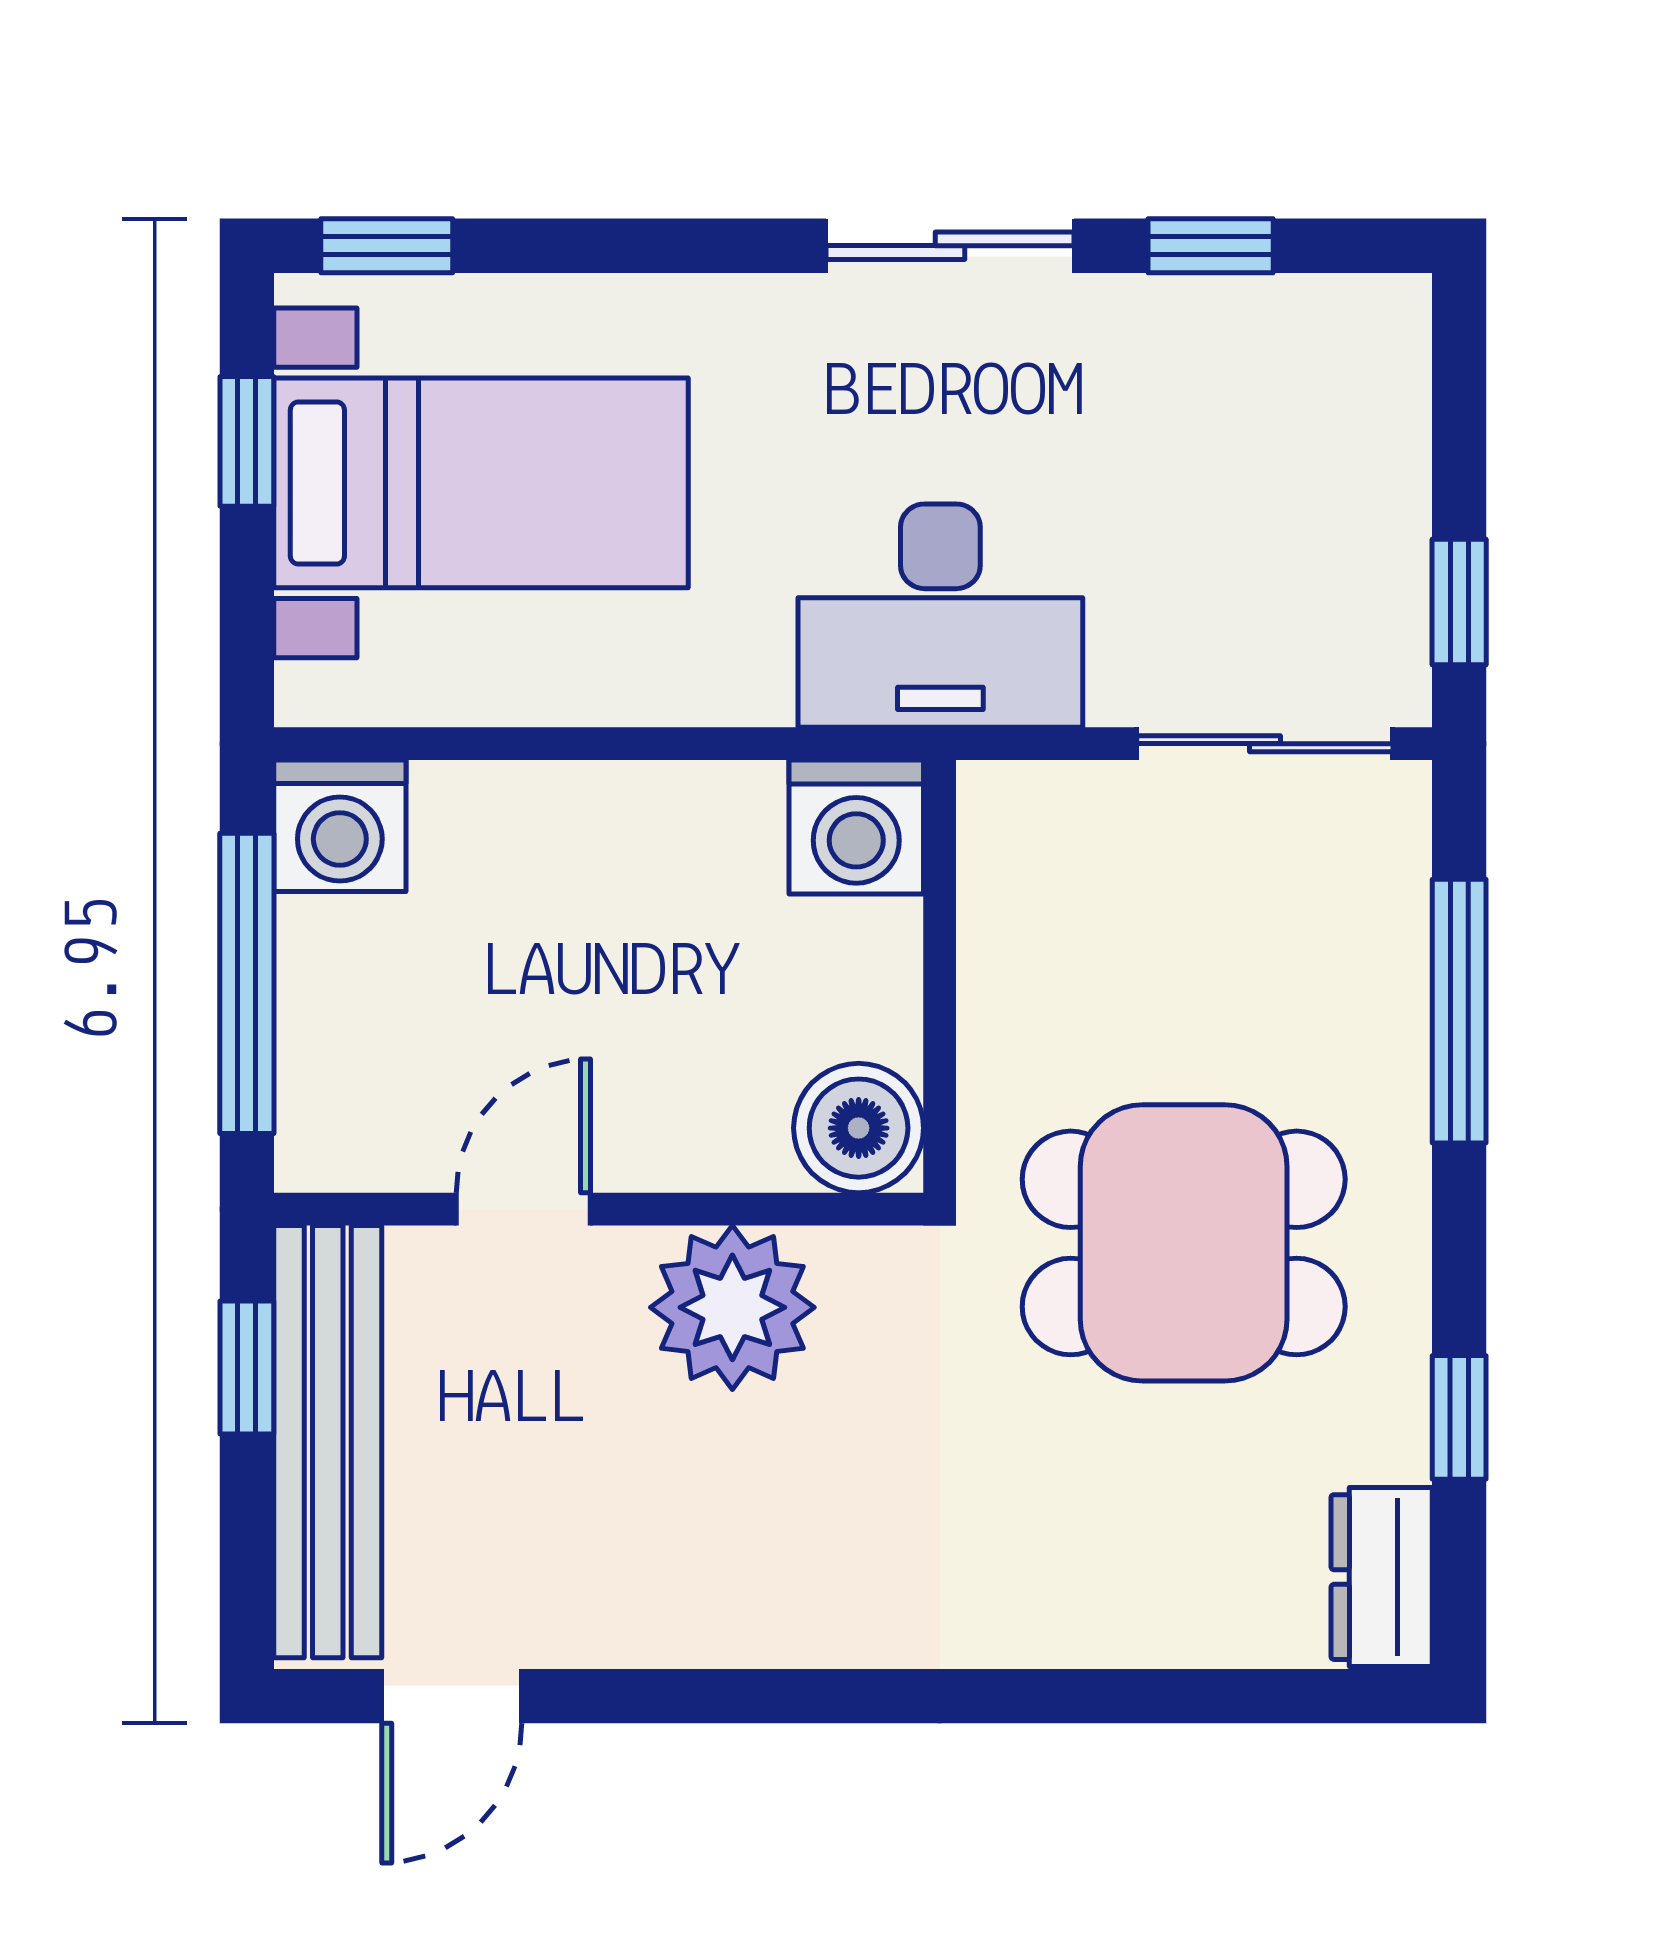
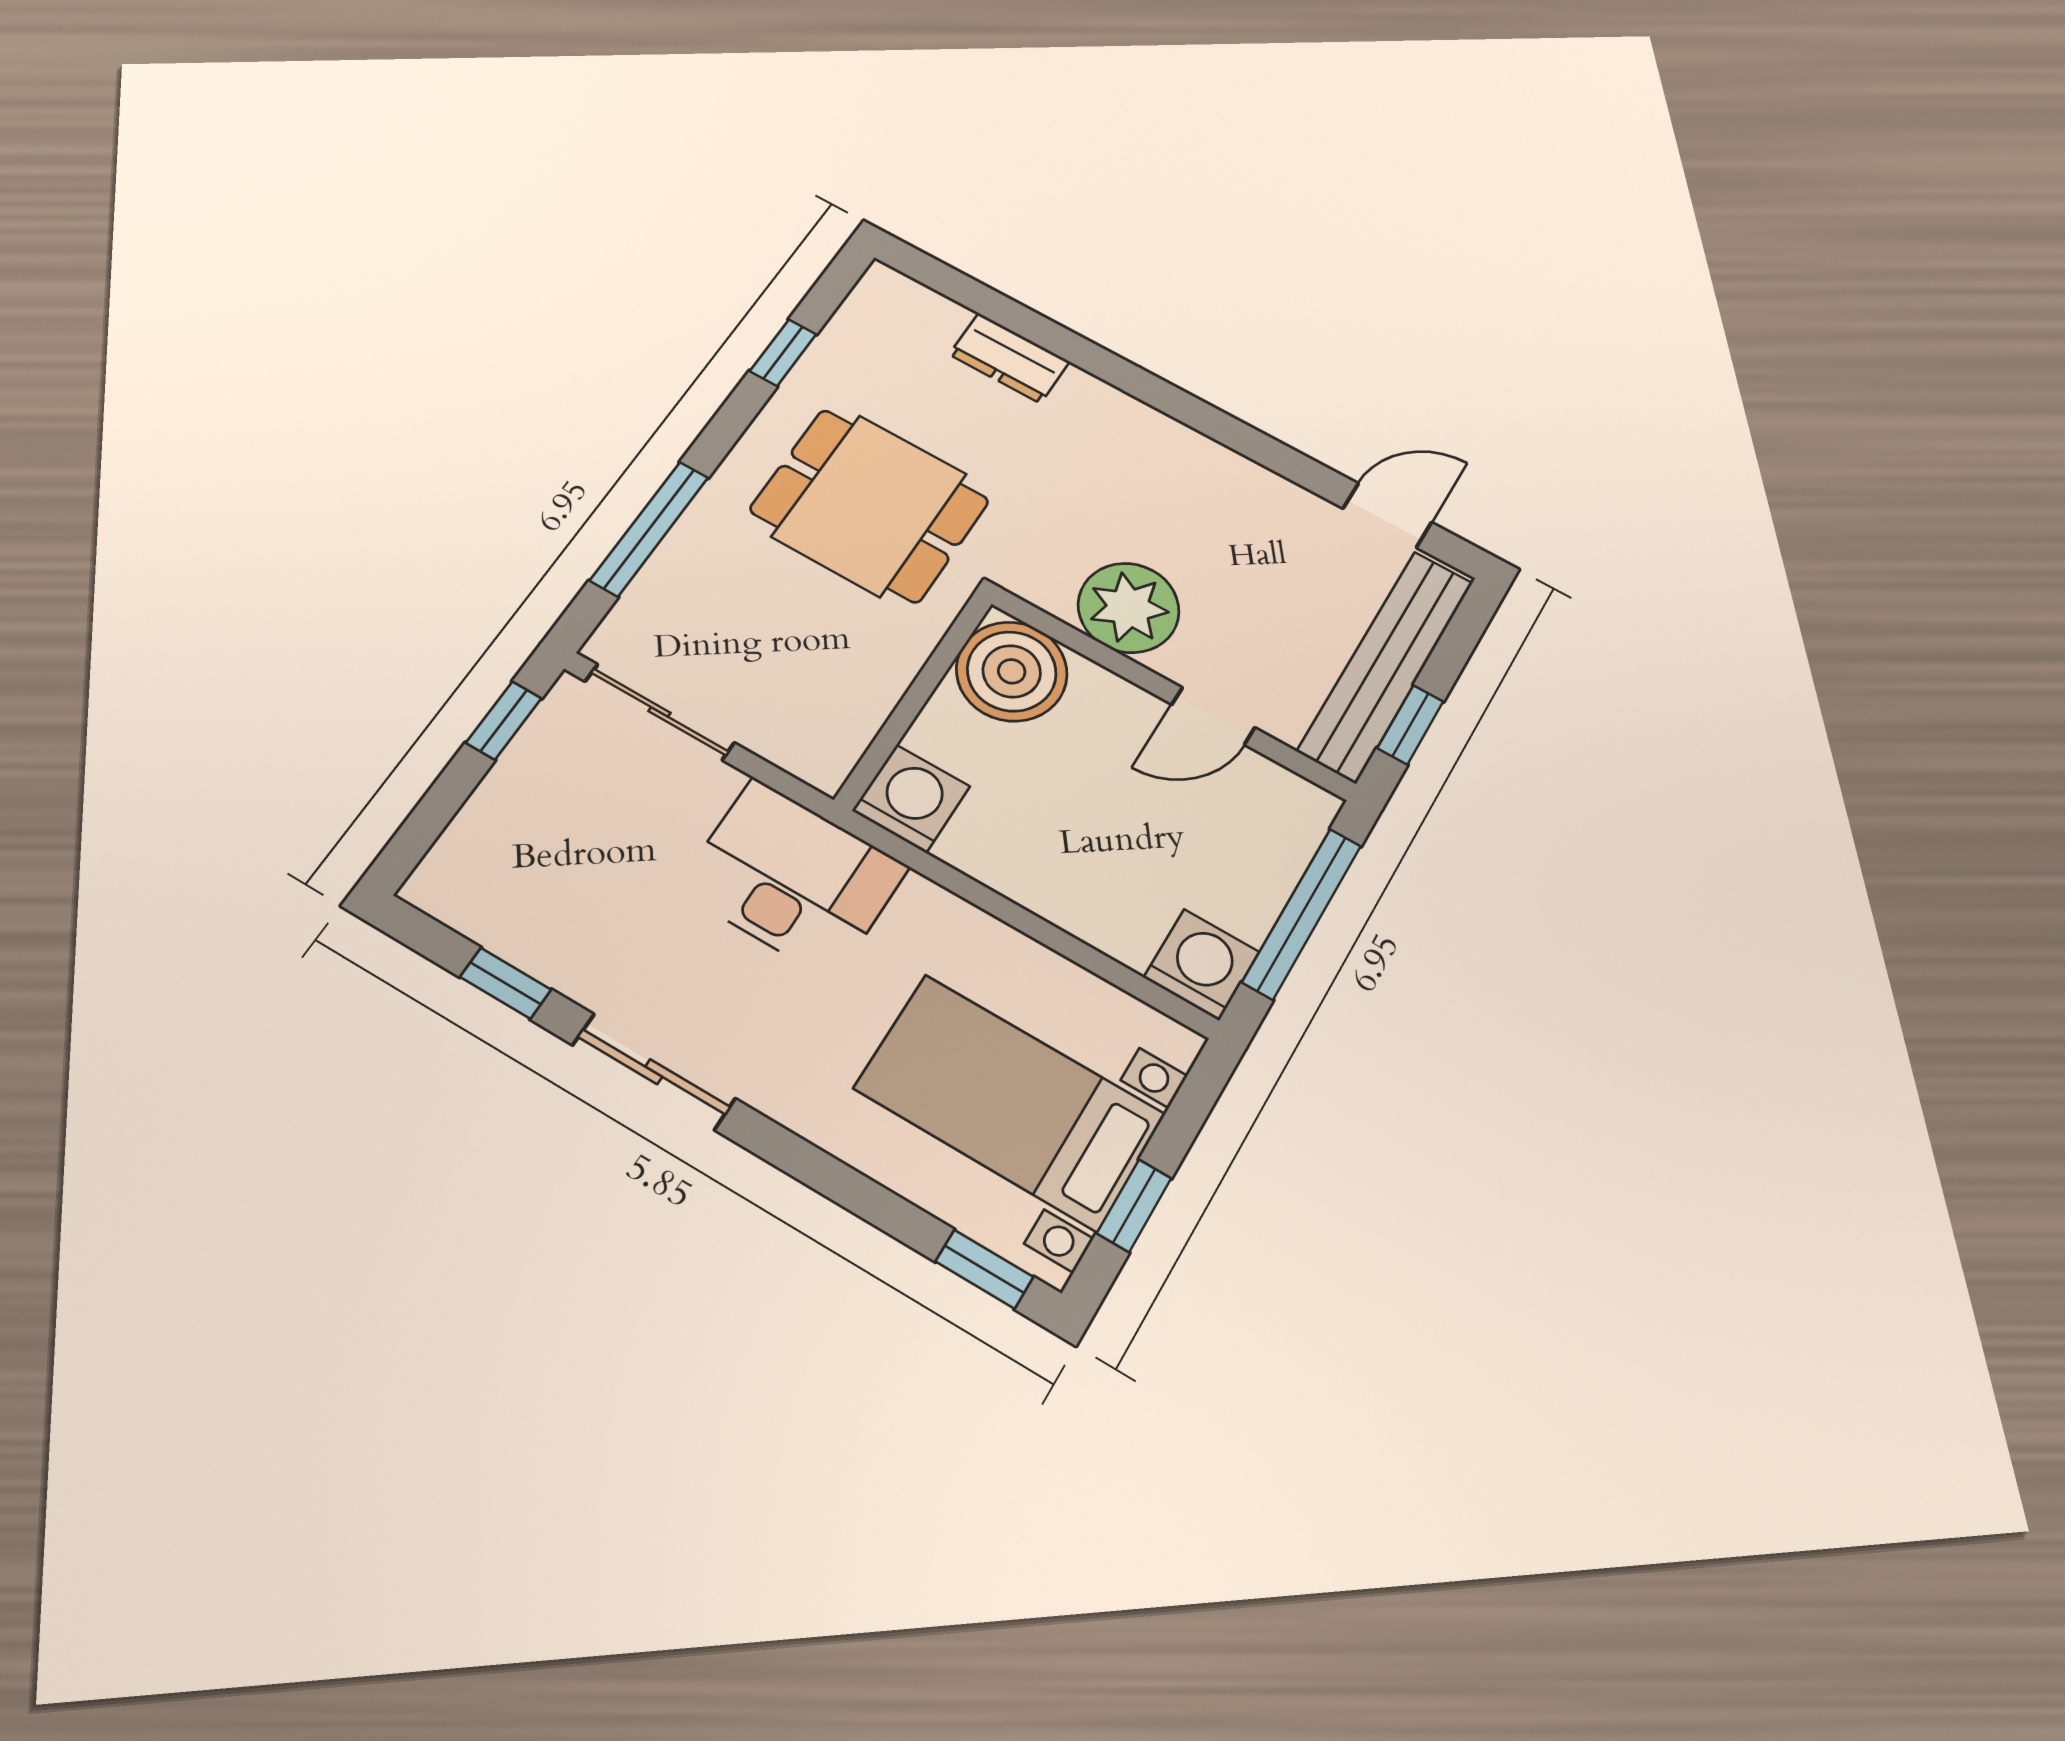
boiler: (859, 1128) -> (1012, 671), width x1.37, depth x1.37
dresser: (1382, 1577) -> (1009, 358), moved, turned 90

